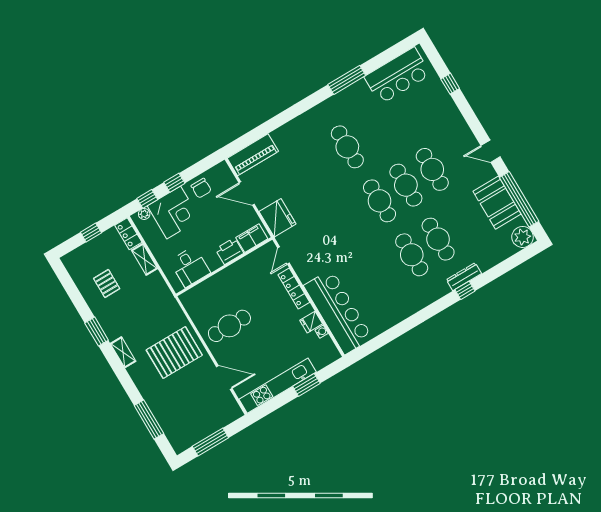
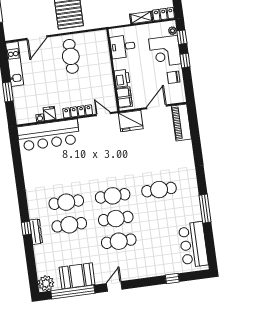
kitchen unit: (278, 386) -> (15, 64), width x0.73

